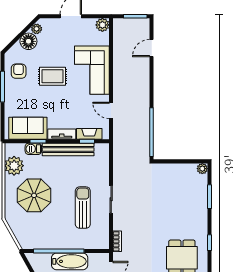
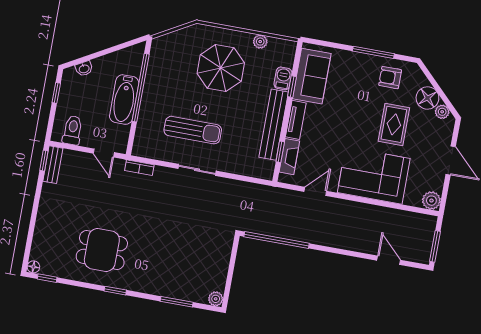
armchair: (19, 71) -> (390, 78), turned 180
rug: (53, 76) -> (394, 124), moved
plant: (14, 166) -> (260, 42), width x0.53, depth x0.53

